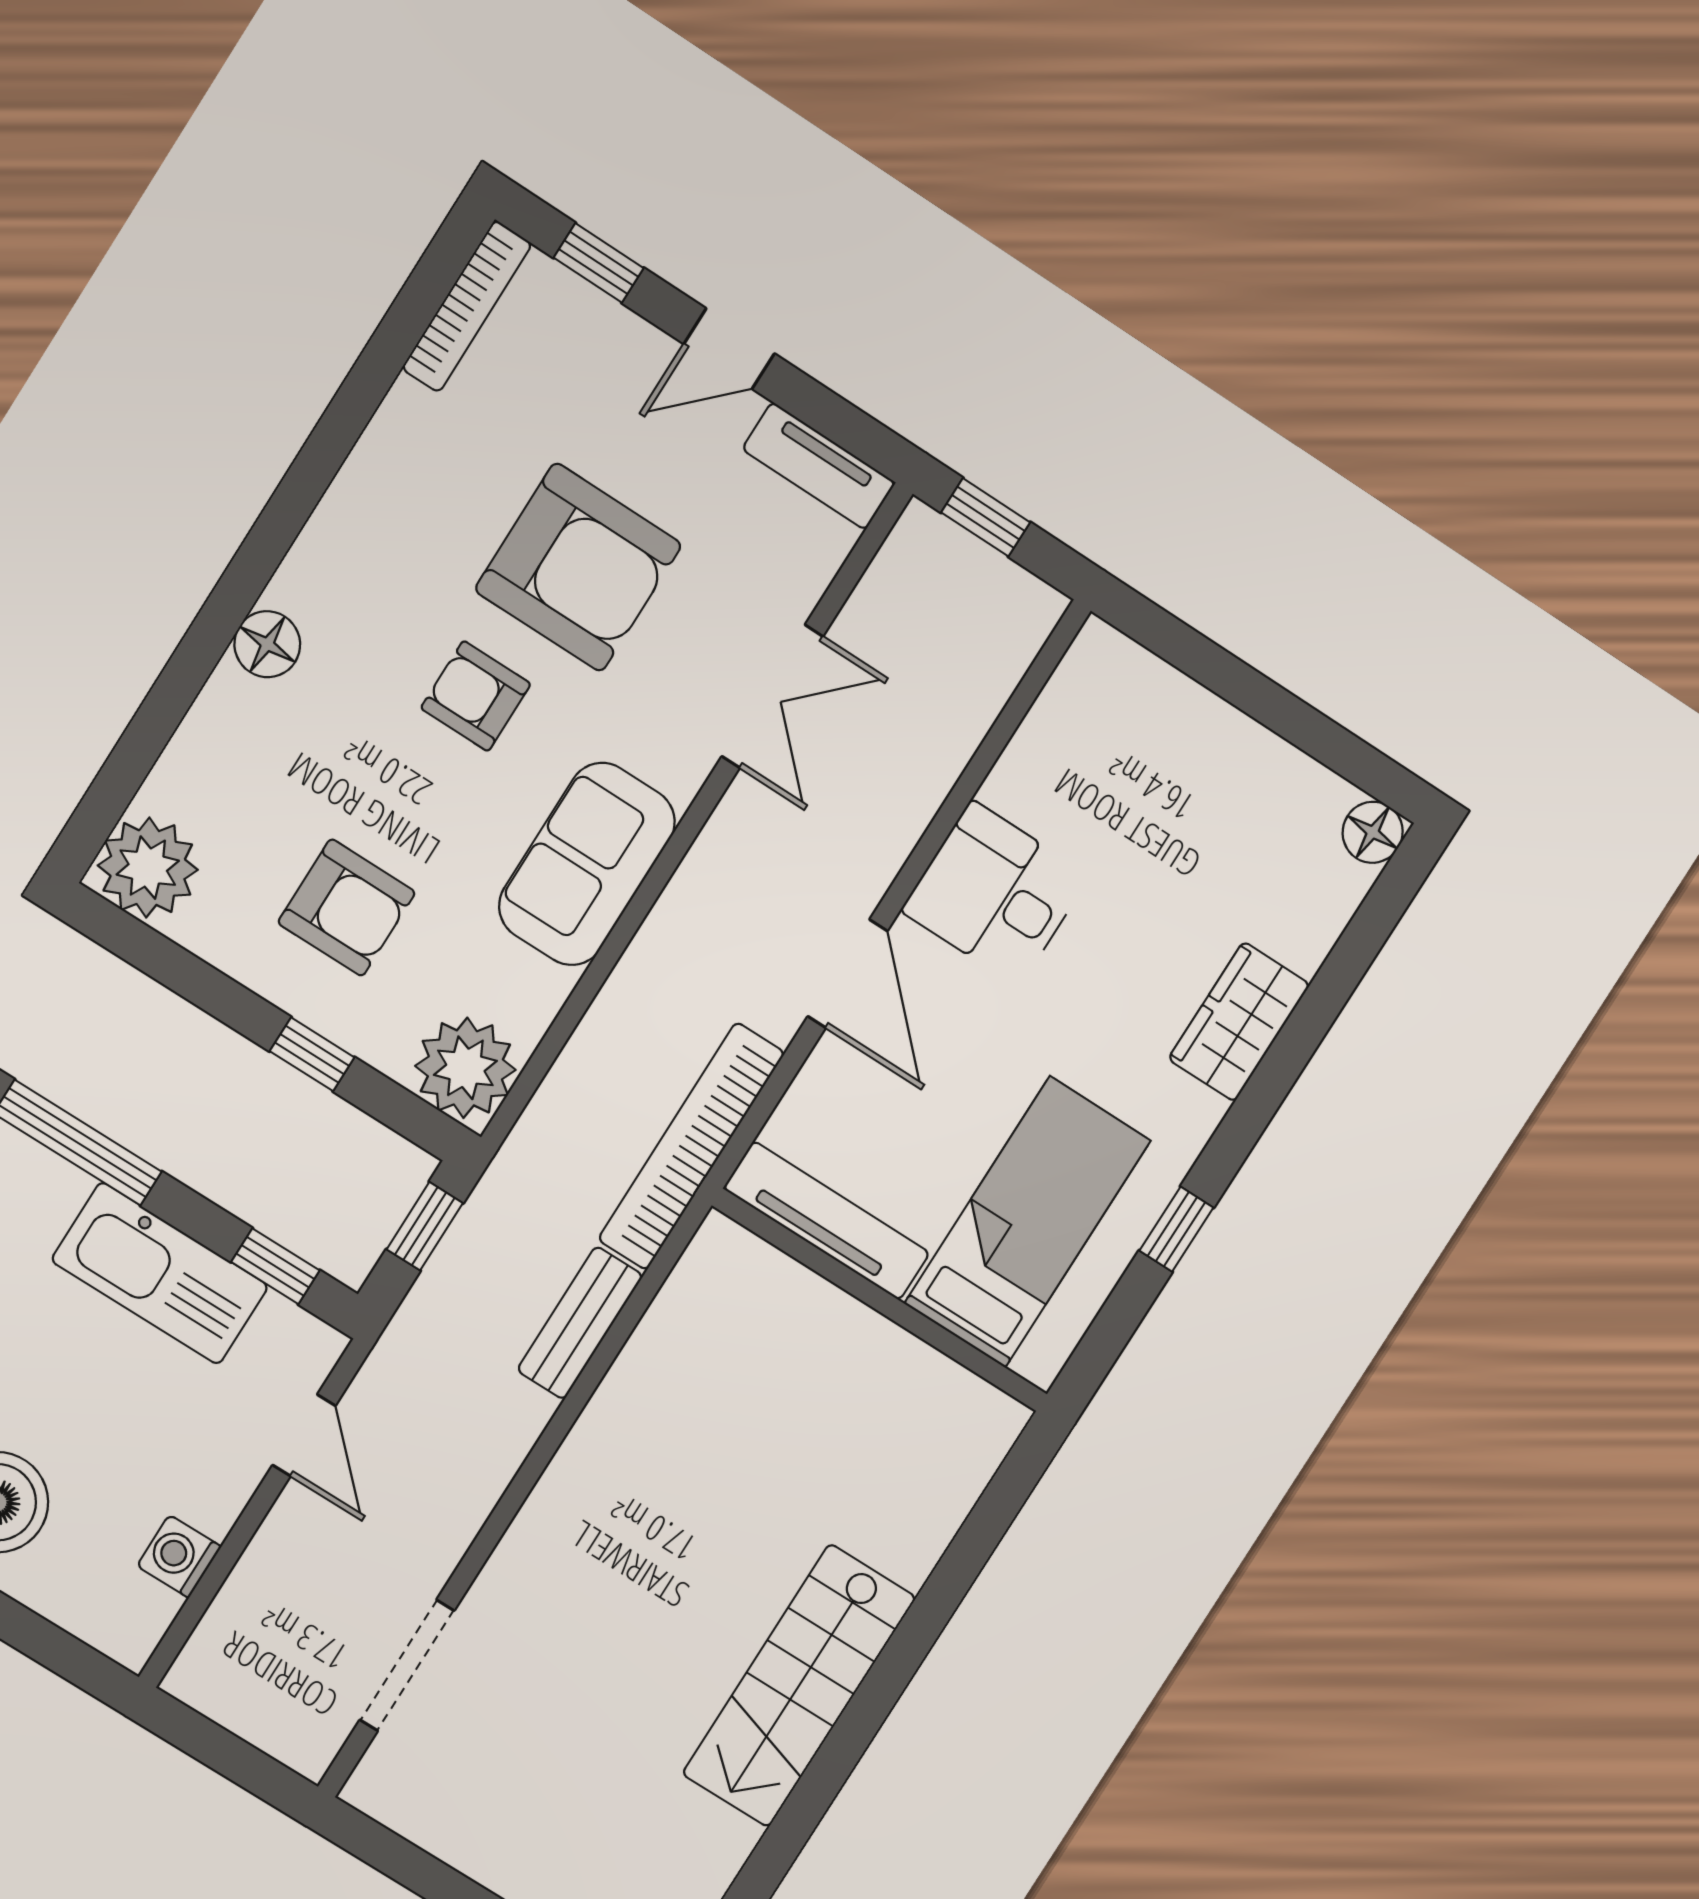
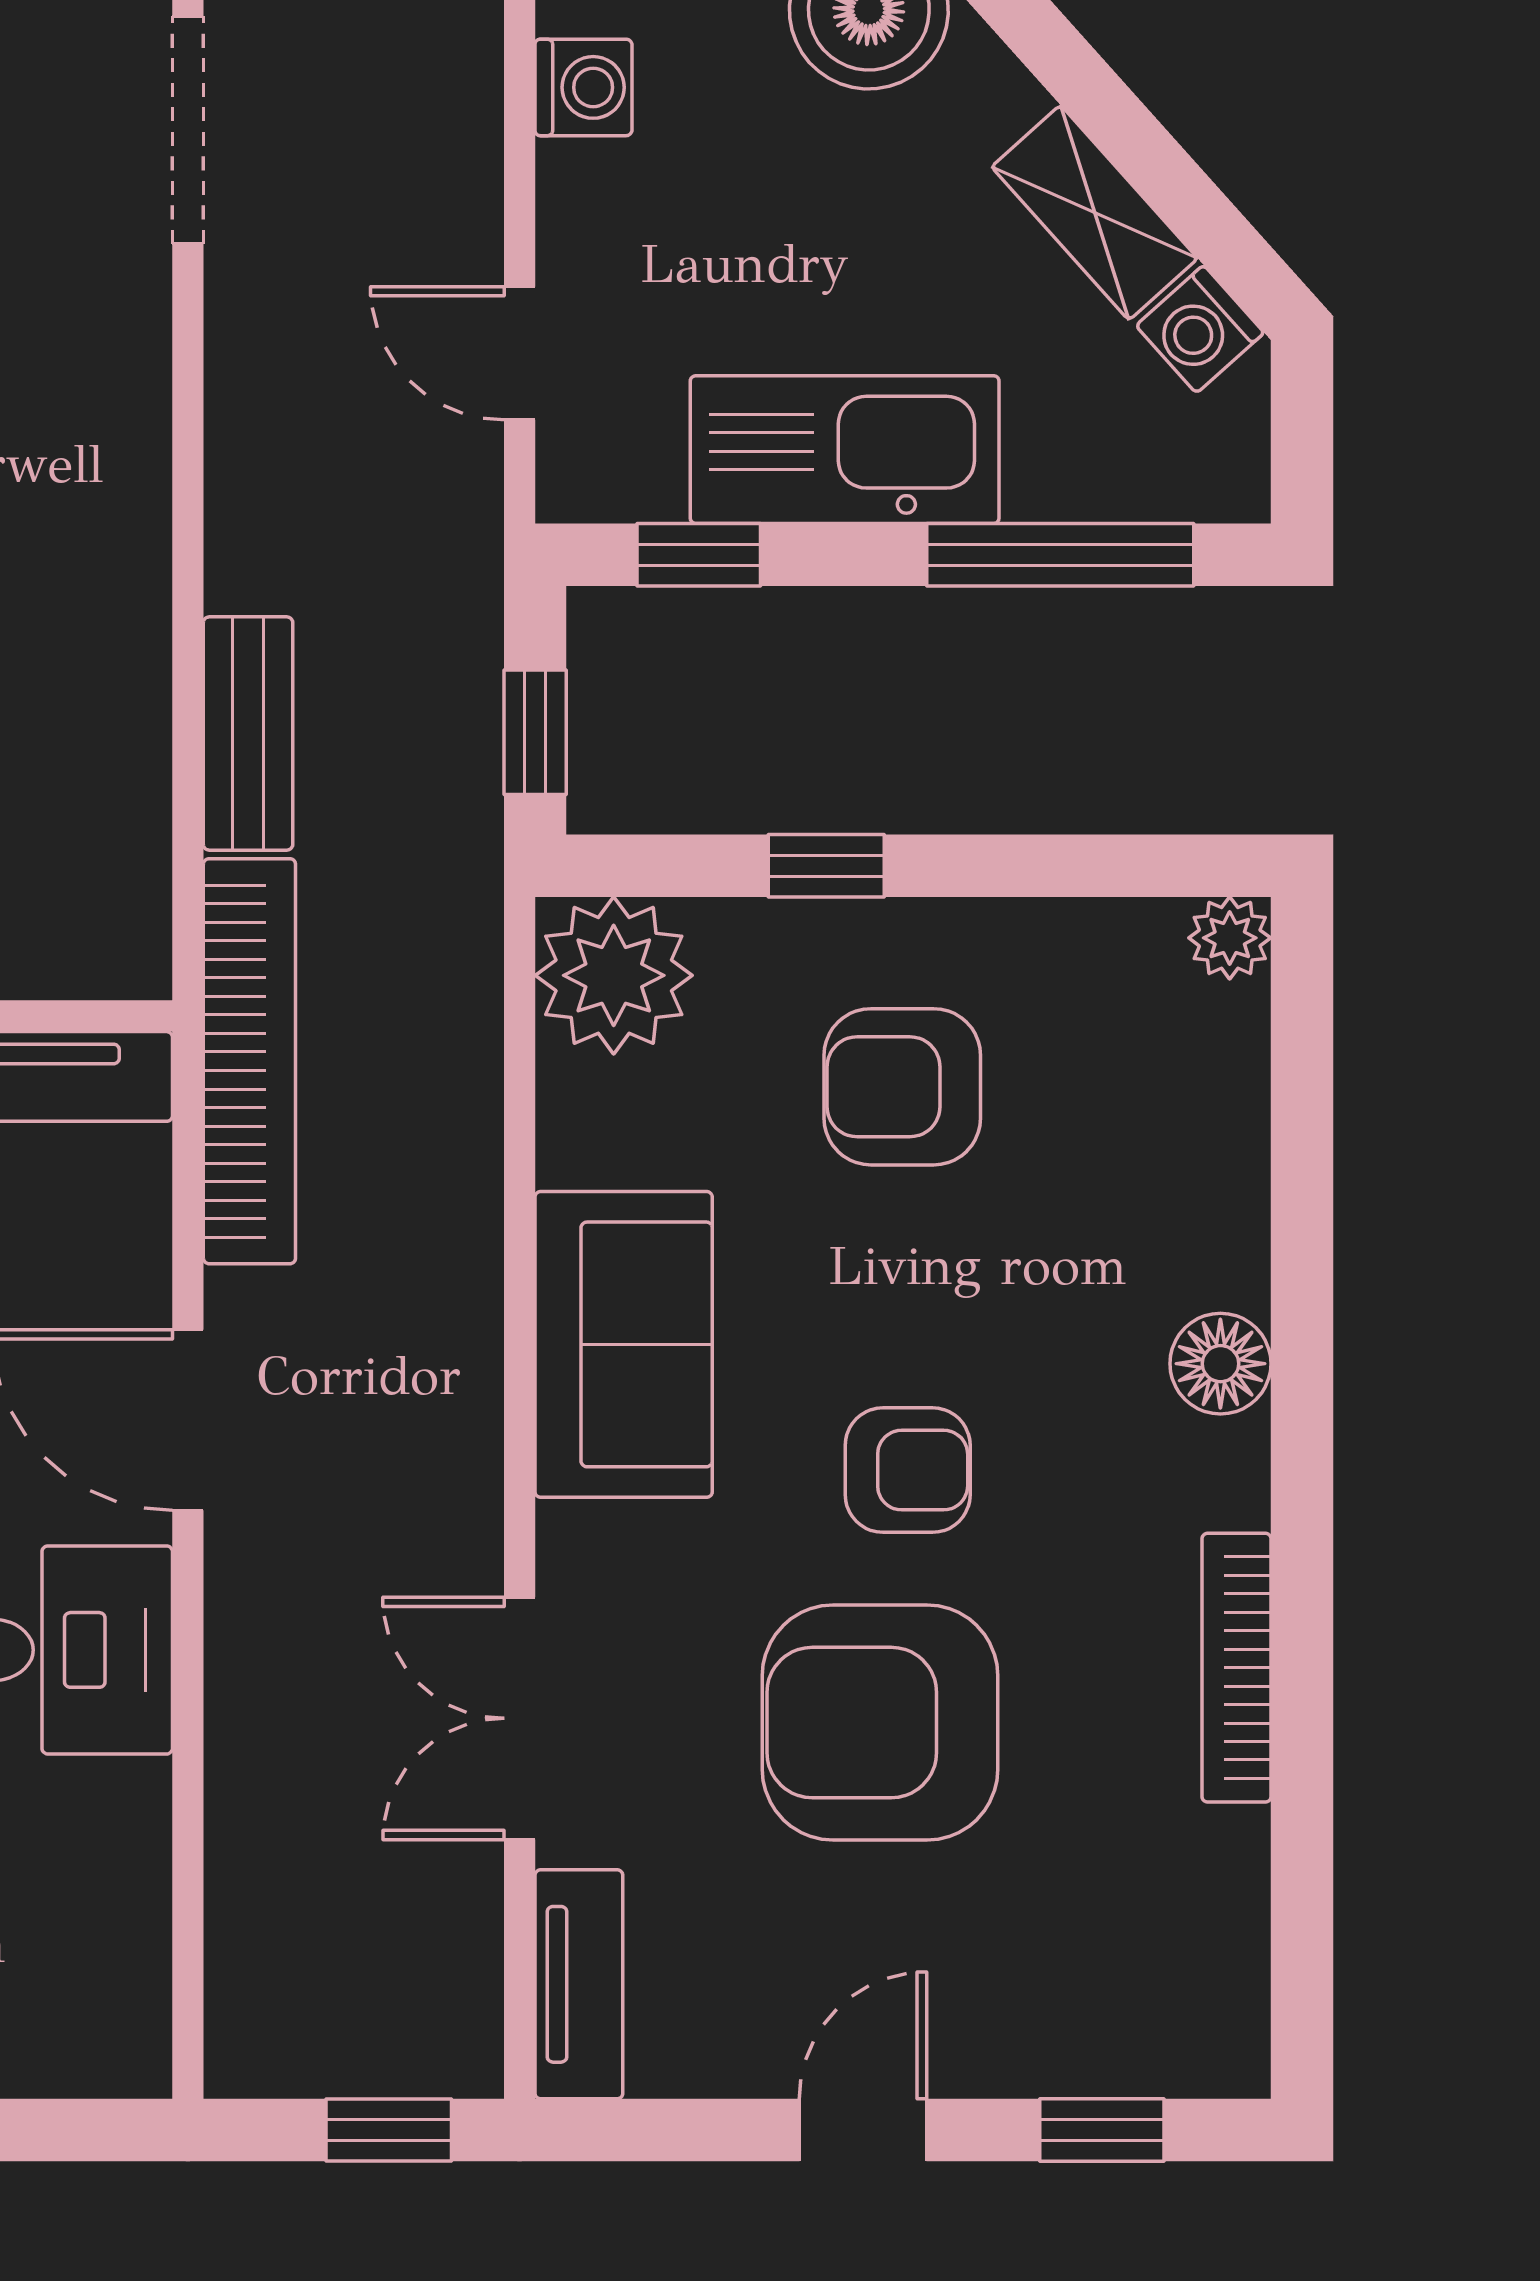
bookcase: (467, 306) -> (1236, 1668), moved
tv unit: (819, 466) -> (579, 1984), moved, turned 90
plant: (148, 868) -> (1230, 938), width x0.53, depth x0.53

